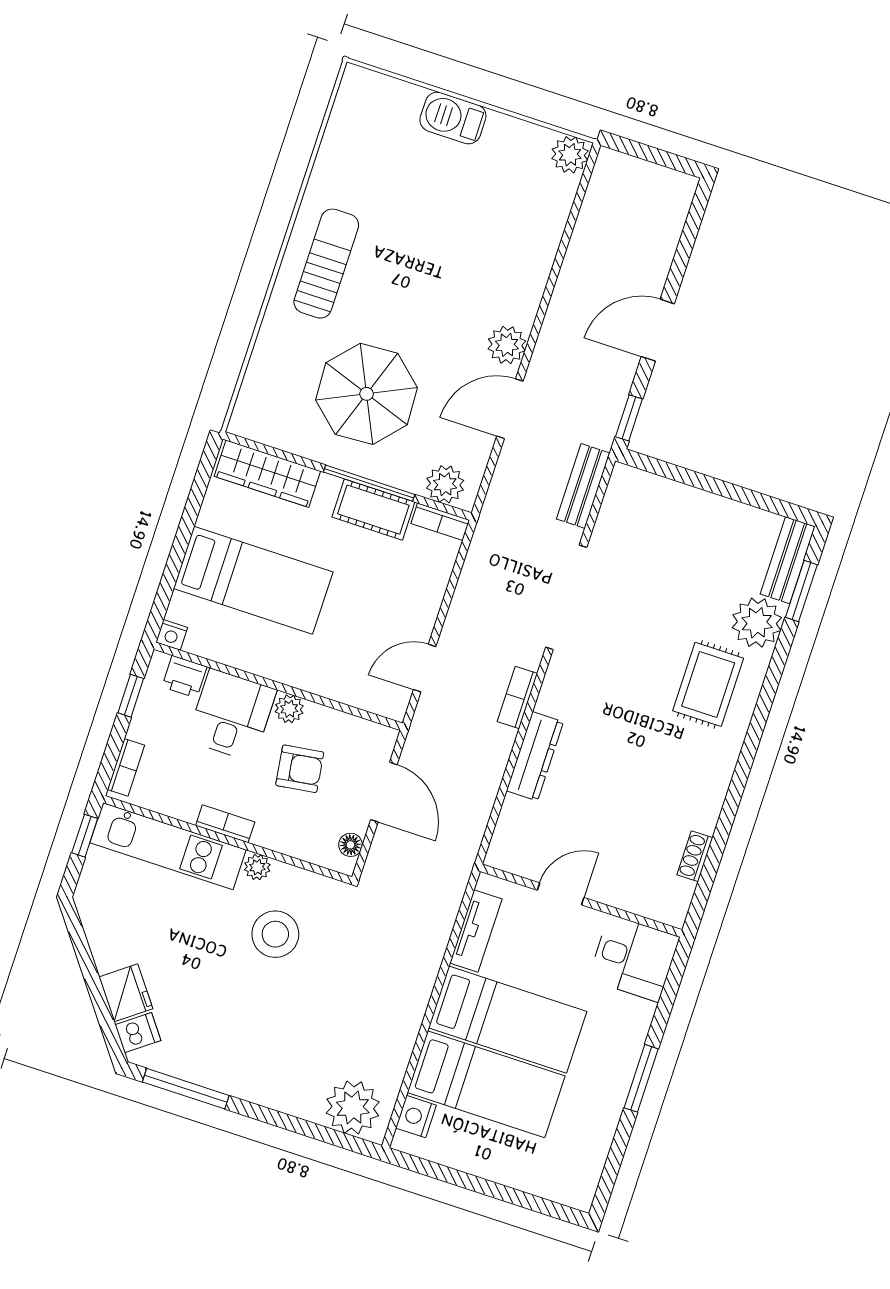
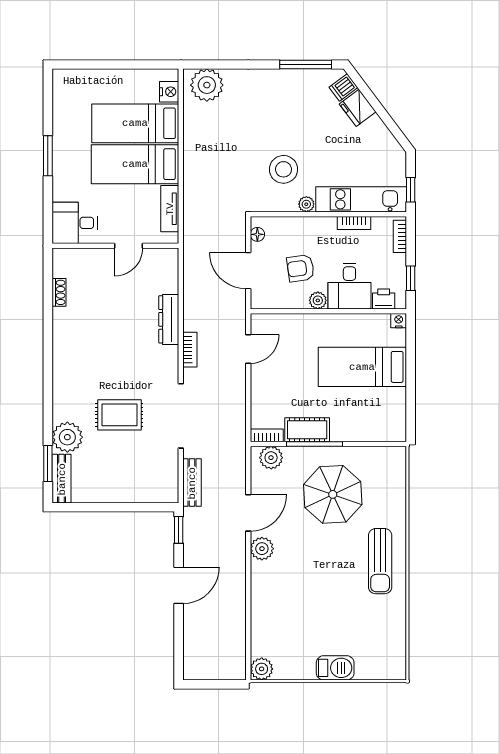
wardrobe: (267, 474) -> (374, 430), removed
rug: (708, 684) -> (119, 415), moved, turned 90
bookcase: (225, 824) -> (354, 223), moved

